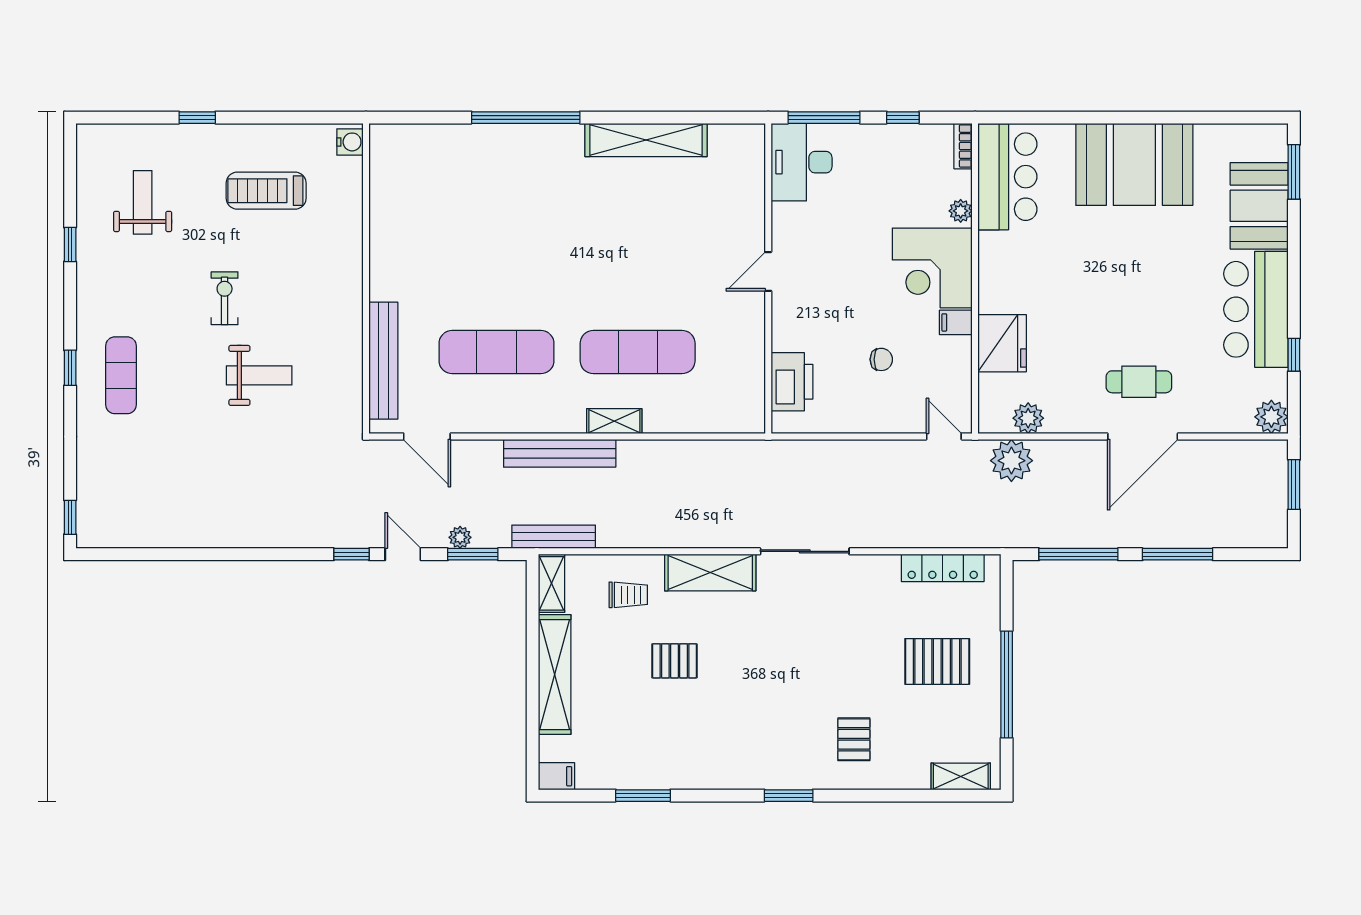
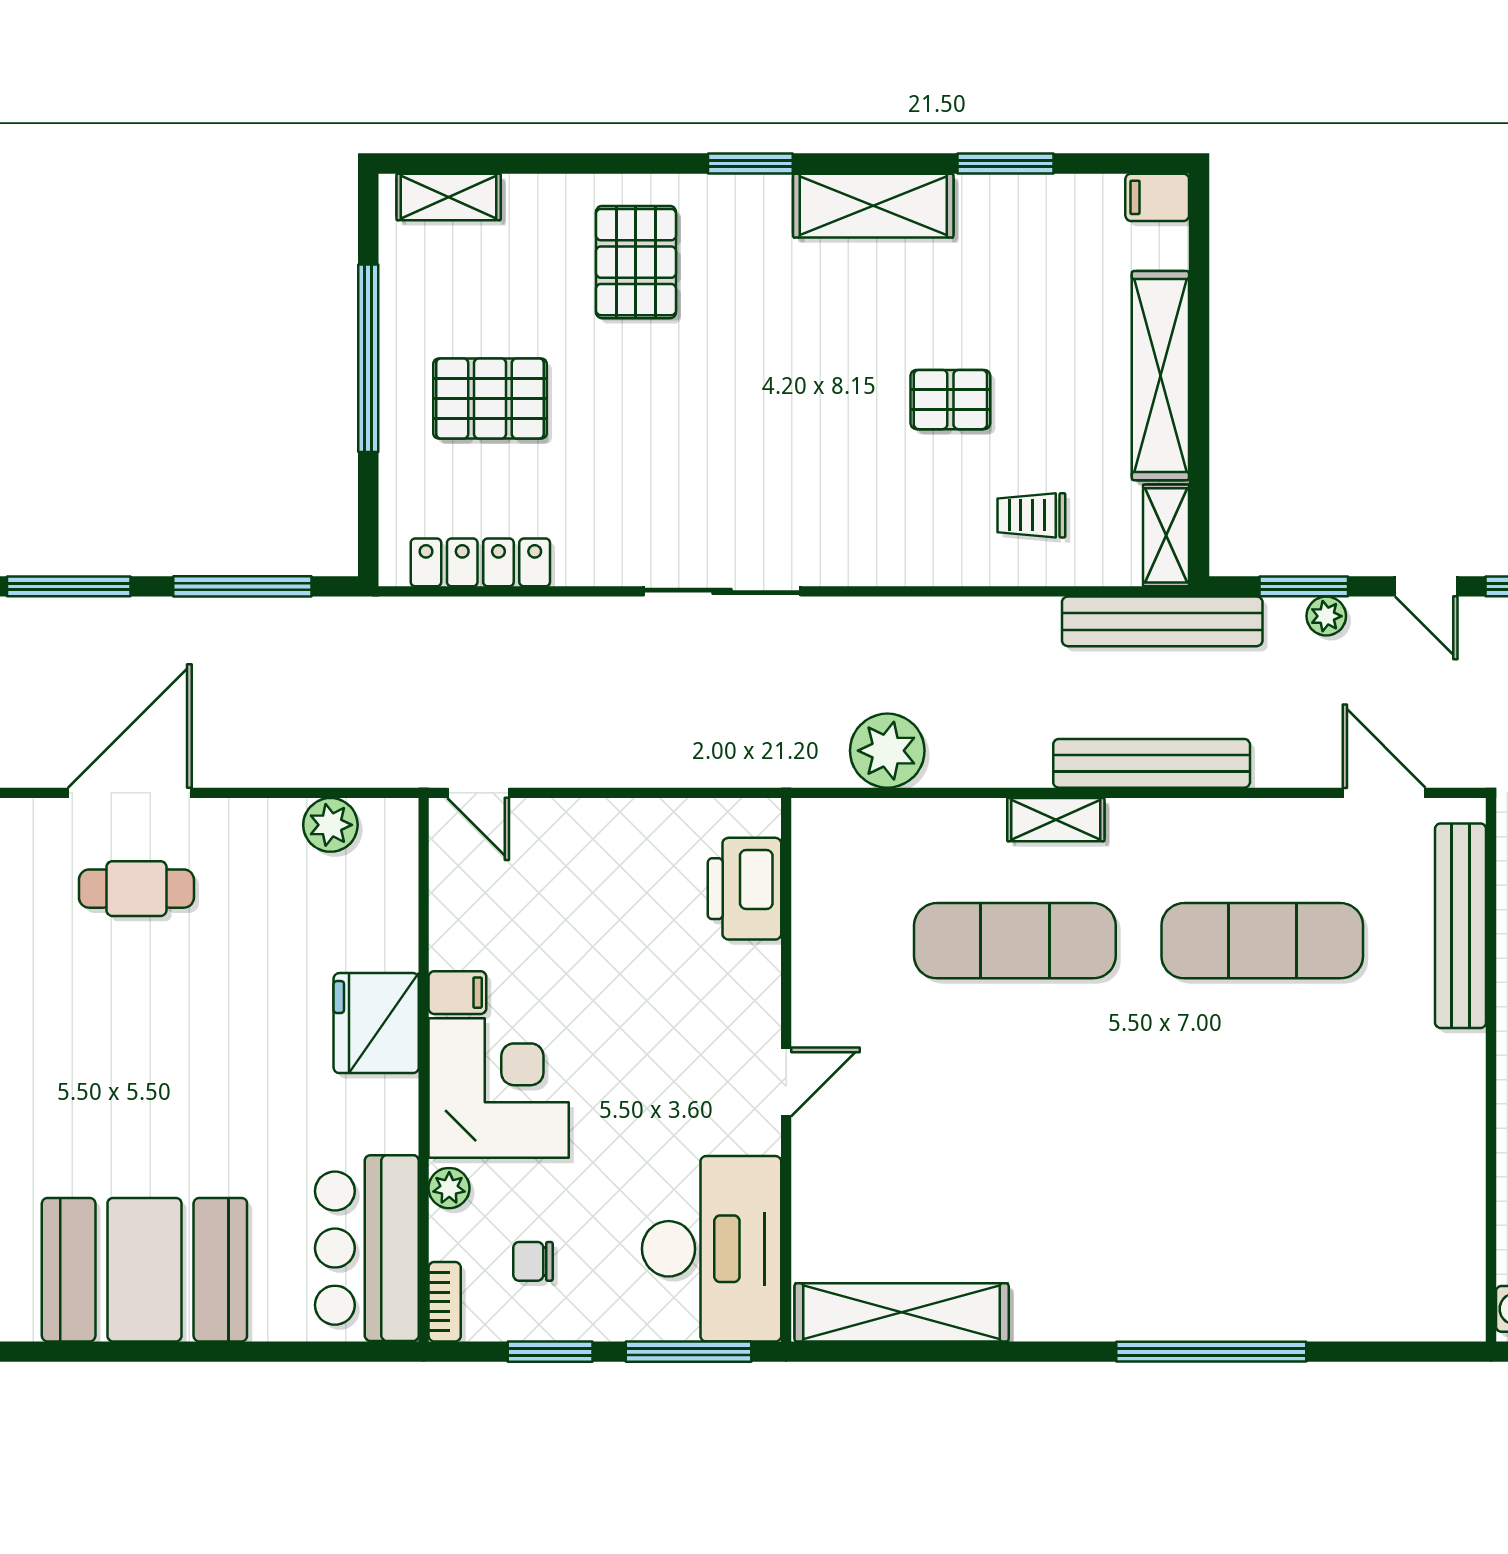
window: (903, 118) -> (550, 1352), width x1.50
shelving: (646, 140) -> (902, 1312), moved
desk: (802, 162) -> (712, 1249), width x1.36, depth x1.30
fridge: (1002, 343) -> (376, 1023), moved
chair: (881, 359) -> (533, 1261), moved
plant: (1011, 461) -> (887, 751), moved
bench: (554, 537) -> (1162, 621), width x1.37, depth x1.21
shelving: (710, 573) -> (873, 206), moved
pallet: (854, 739) -> (636, 262), width x1.50, depth x1.42

